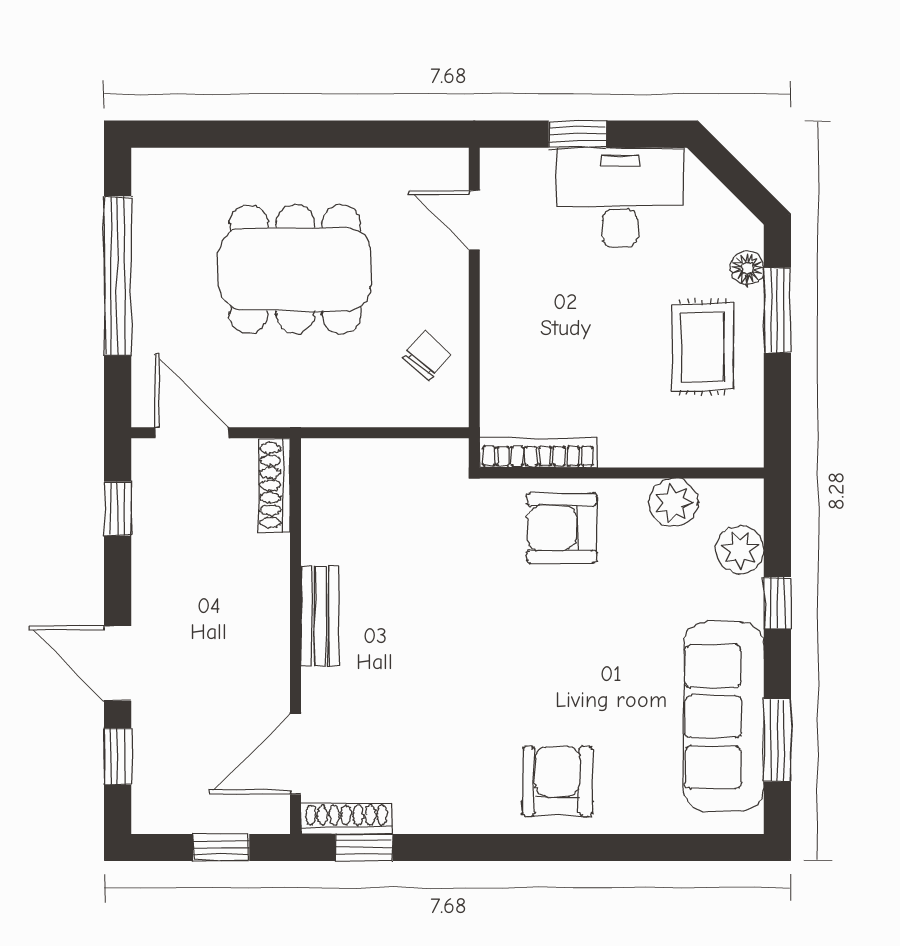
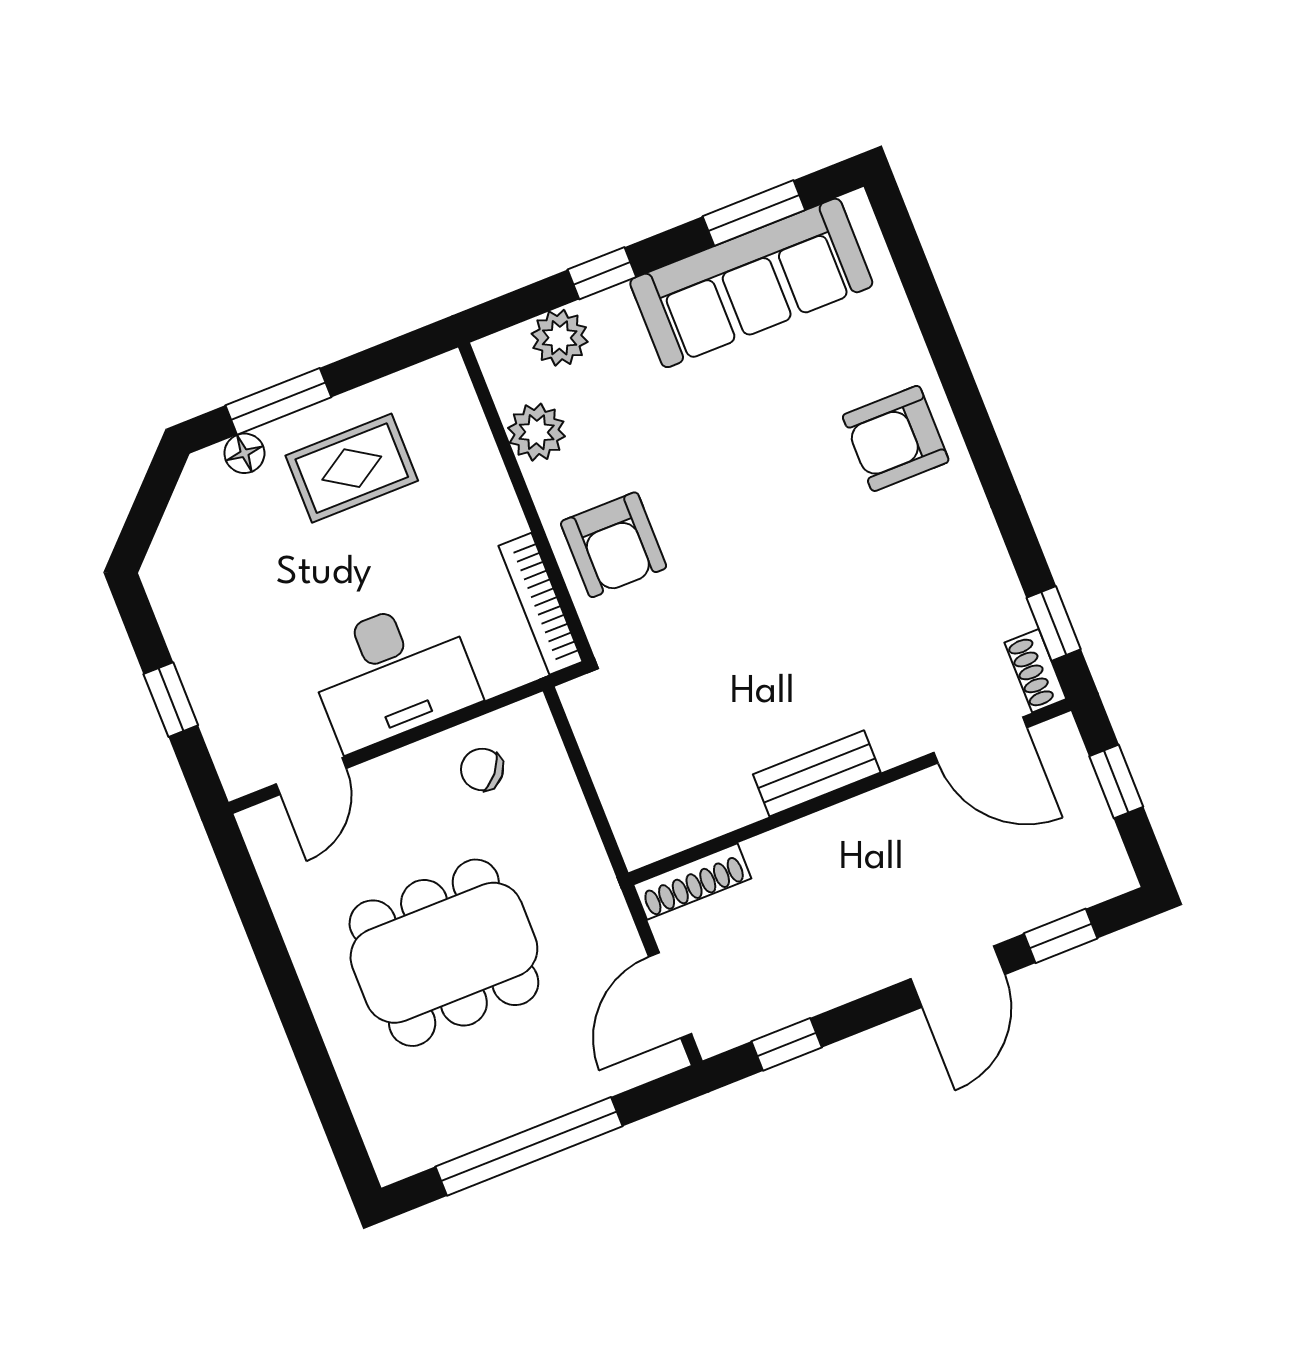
desk: (620, 198) -> (393, 673), moved, turned -90
dining table: (295, 269) -> (444, 953), turned 90
shoe rack: (346, 819) -> (1035, 671), width x0.70

